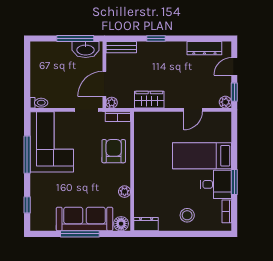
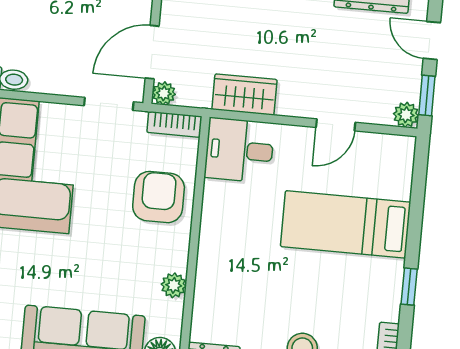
door: (234, 66) -> (432, 41), hinge flipped
window: (234, 182) -> (409, 287), width x0.67
desk: (216, 184) -> (239, 150), moved, turned 180

